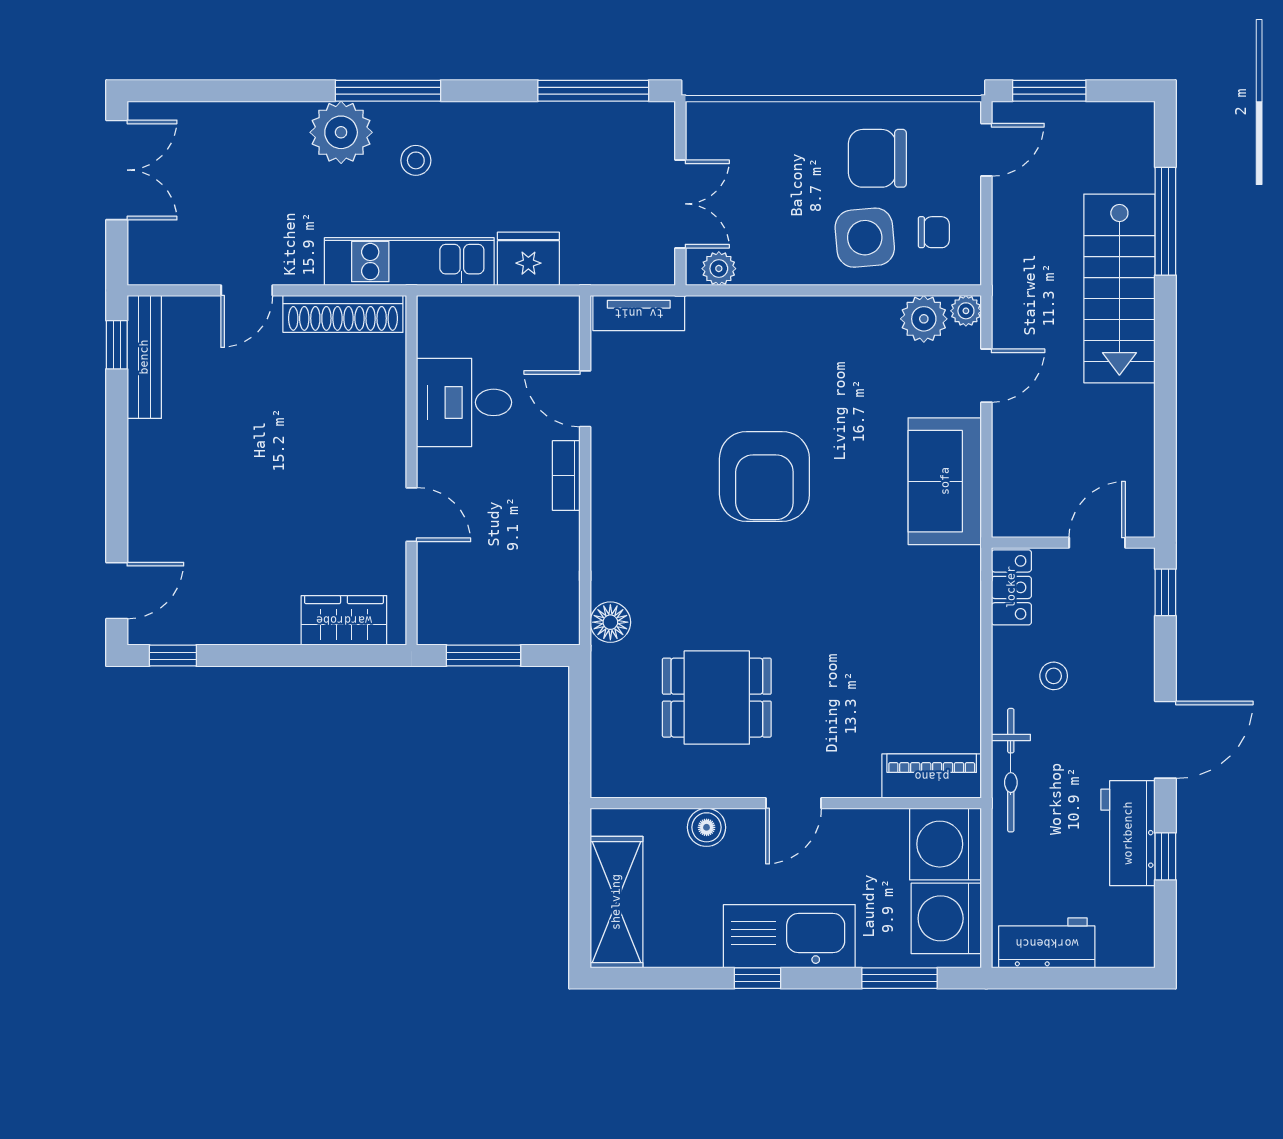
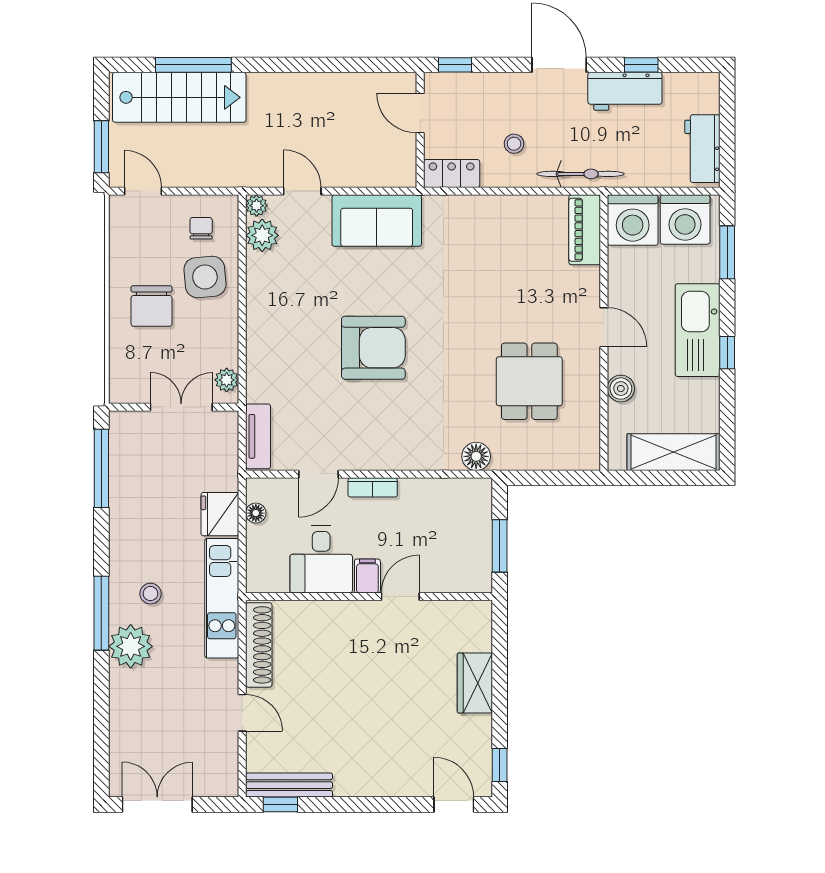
chair: (877, 158) -> (152, 306), moved
stairs: (1119, 288) -> (179, 97), moved
floor lamp: (530, 310) -> (256, 513), added
filing cabinet: (441, 468) -> (367, 576), added
wardrobe: (344, 620) -> (475, 683), moved

